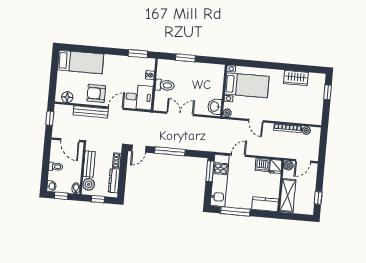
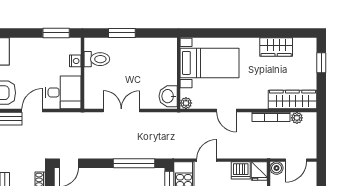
toilet: (165, 85) -> (97, 59), moved
wardrobe: (304, 117) -> (292, 100), added
window: (170, 151) -> (134, 163), moved

